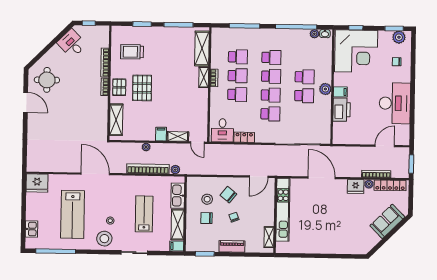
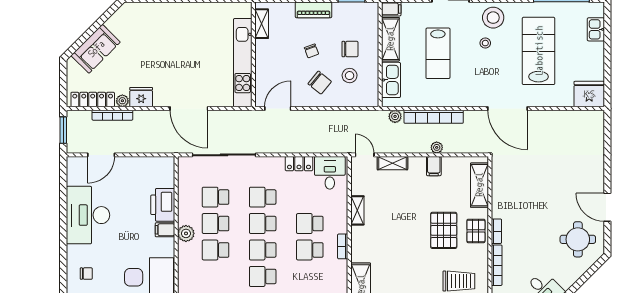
school desk: (238, 57) -> (216, 197), moved
shelving: (204, 77) -> (357, 210), moved
filing cabinet: (161, 134) -> (434, 166), moved

